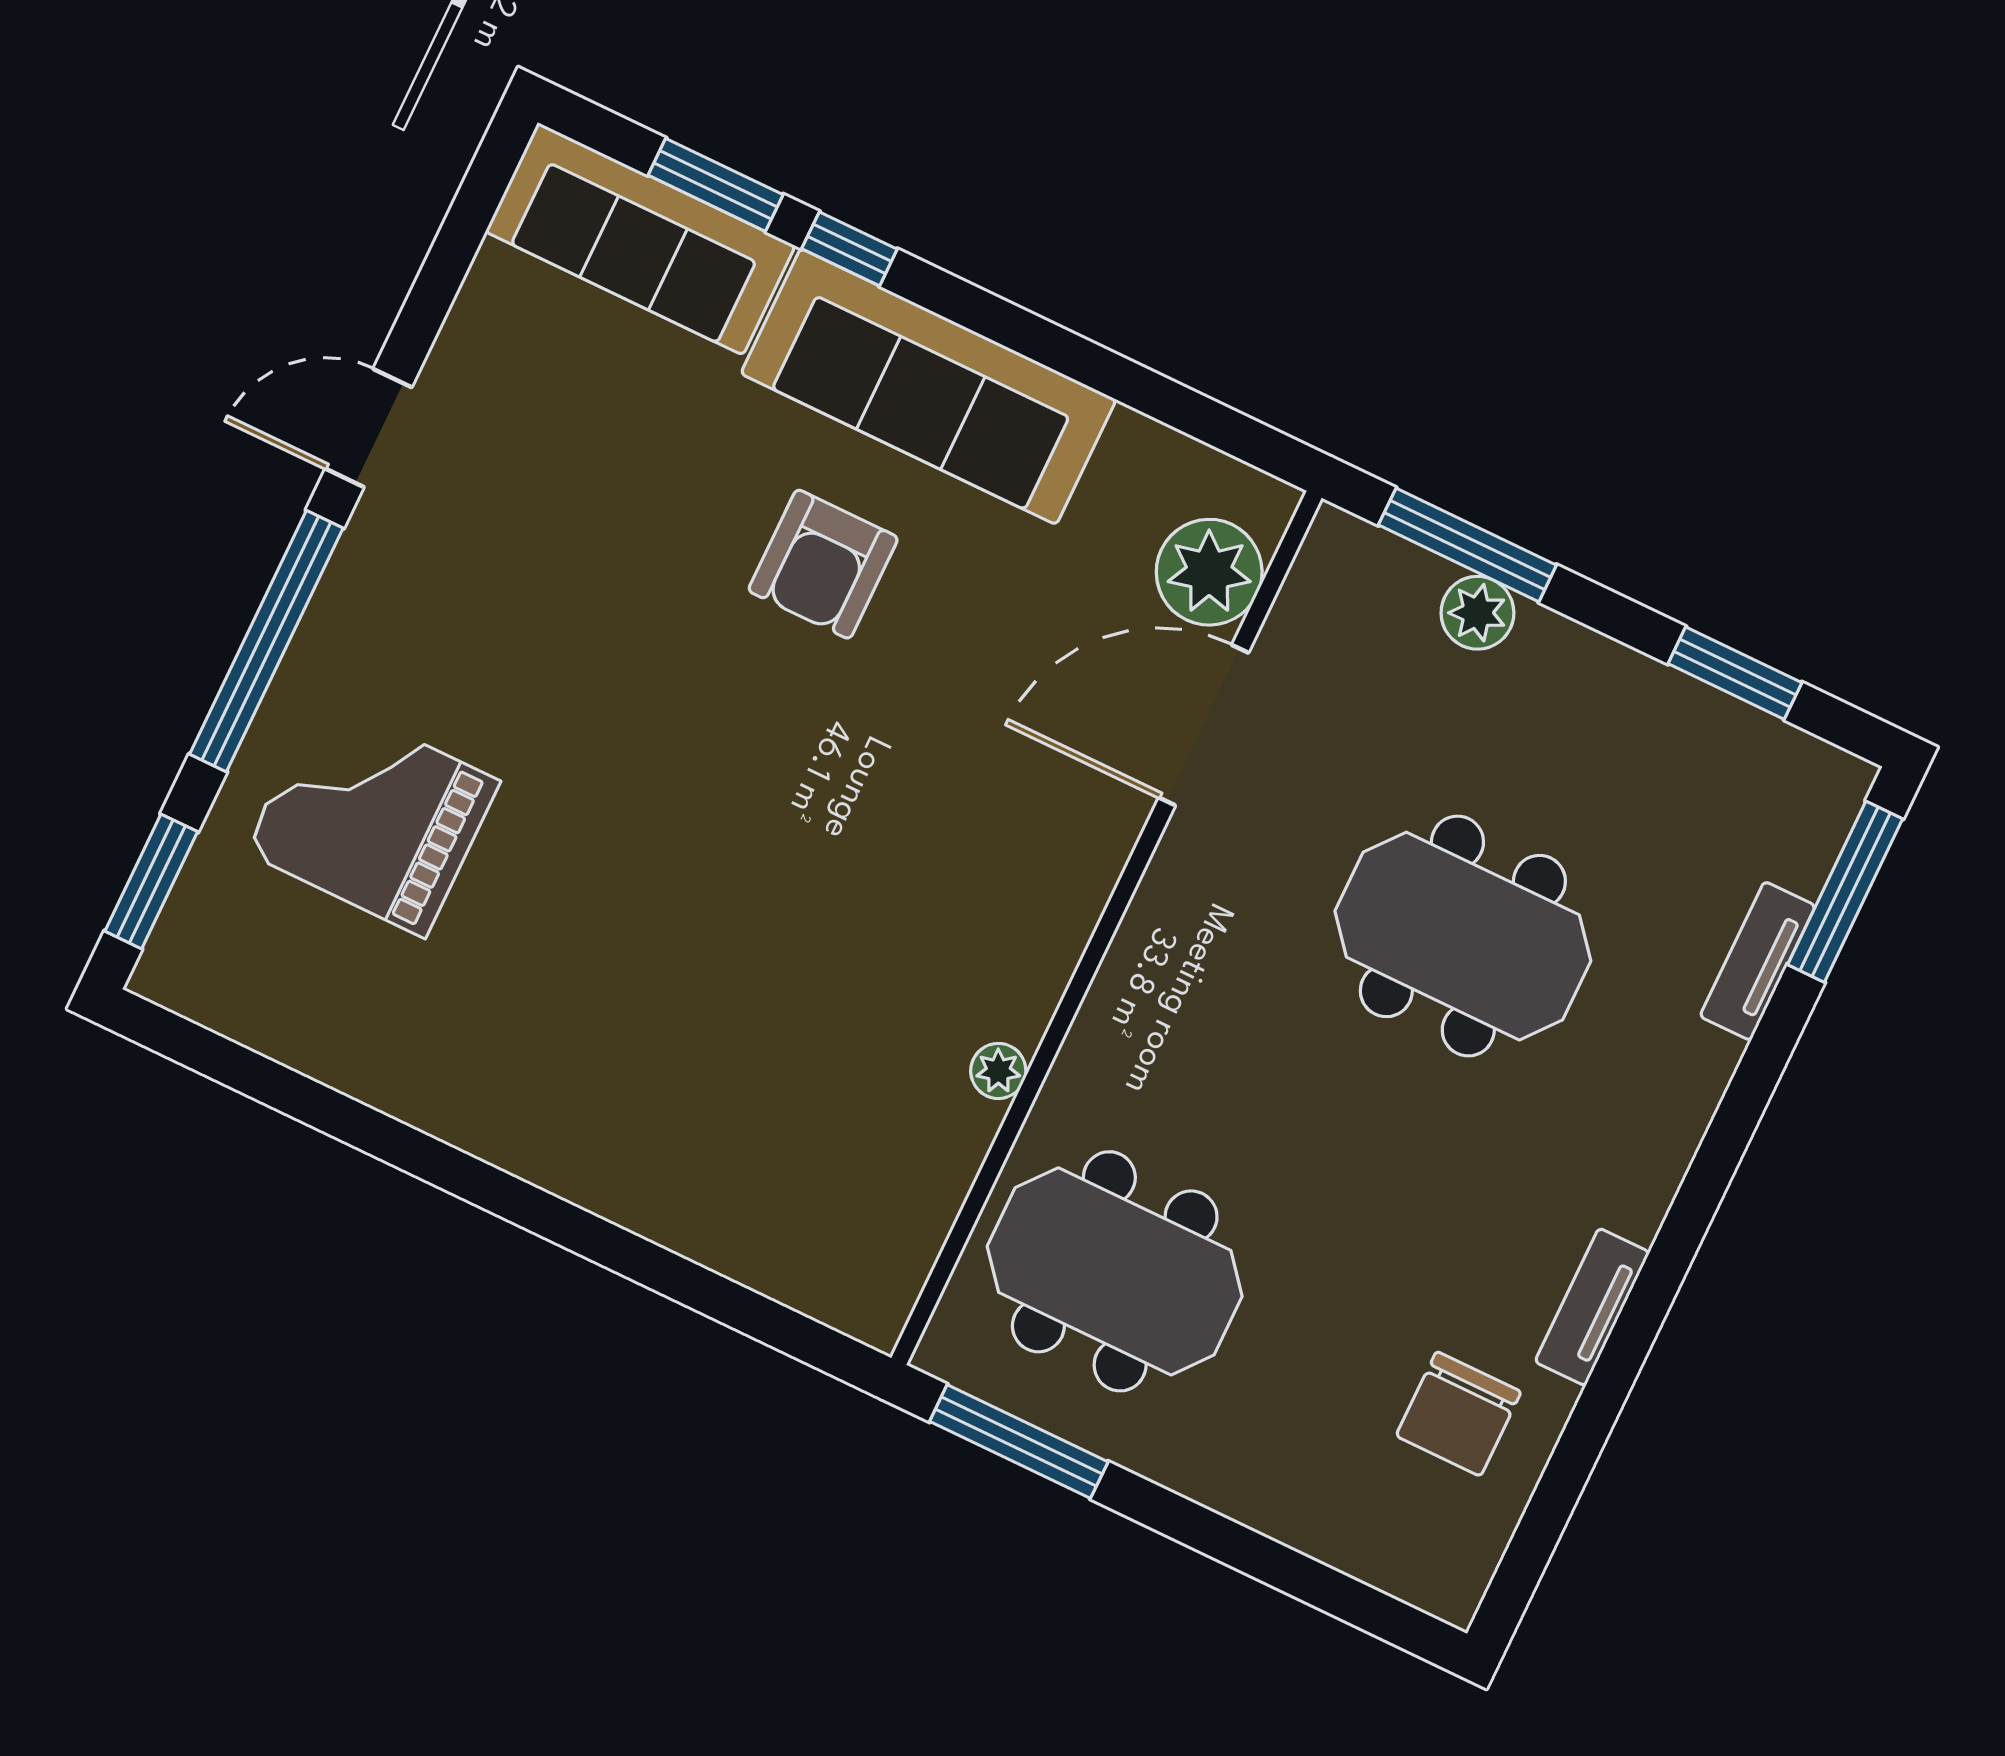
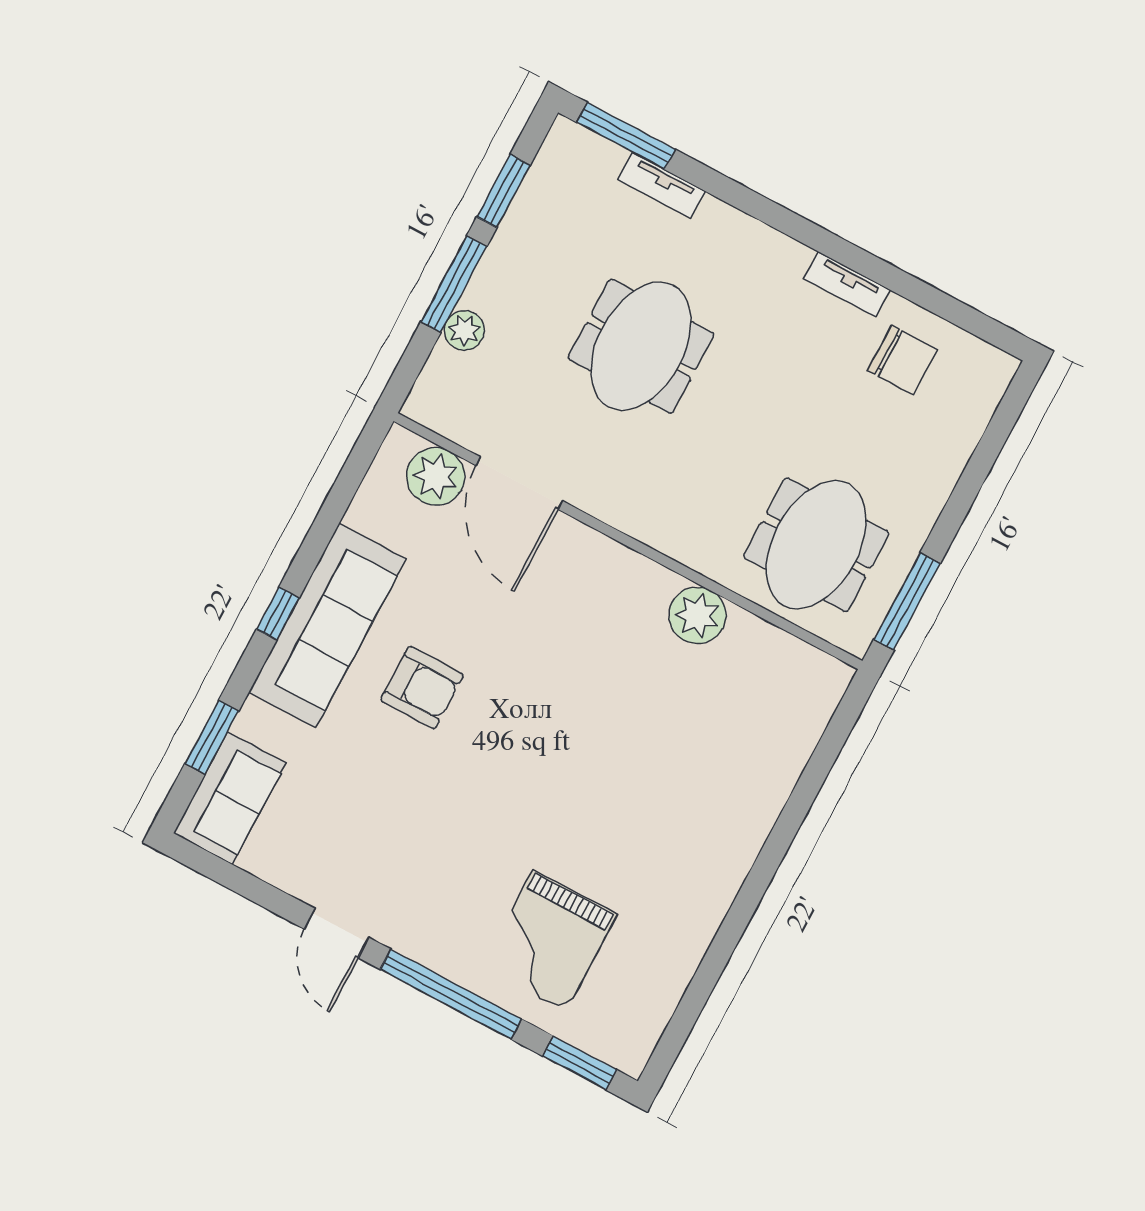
sofa: (640, 239) -> (230, 798), width x0.73
window: (849, 249) -> (278, 614), moved
window: (1467, 545) -> (454, 284), moved
plant: (998, 1071) -> (697, 615), width x1.88, depth x1.88

